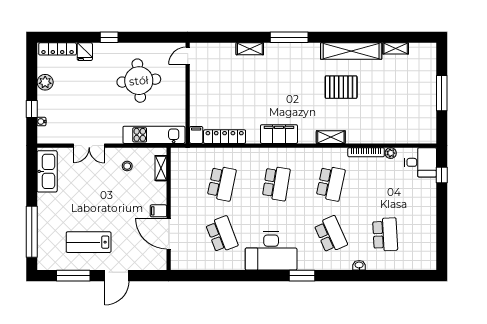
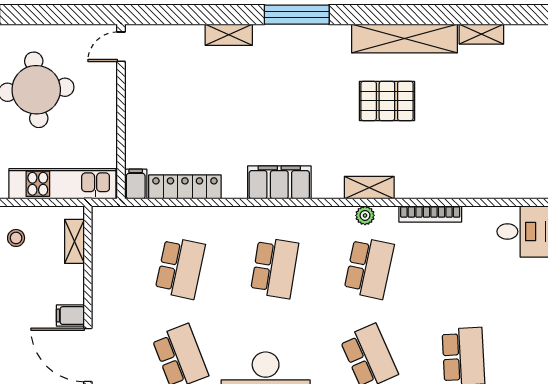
plant: (391, 153) -> (365, 215), moved

